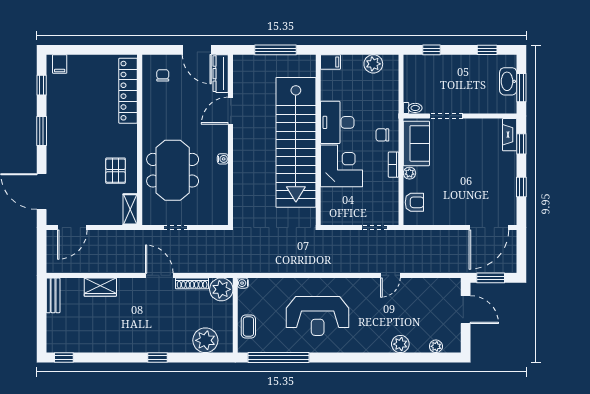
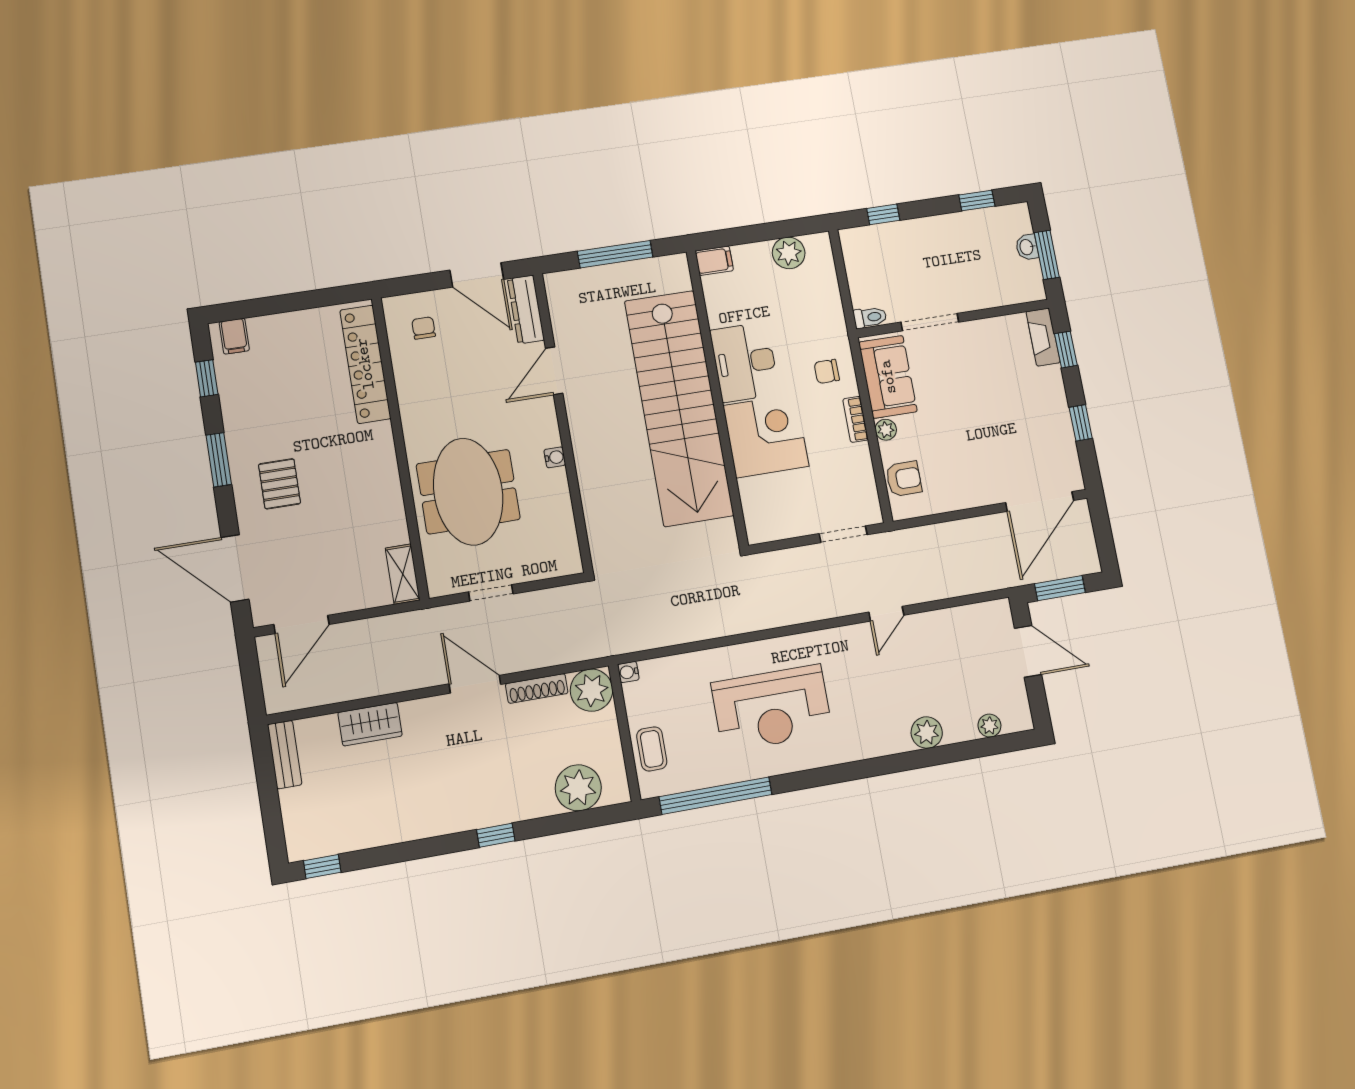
washbasin: (508, 81) -> (1027, 247), width x0.52, depth x0.69
pallet: (116, 171) -> (280, 484), moved

